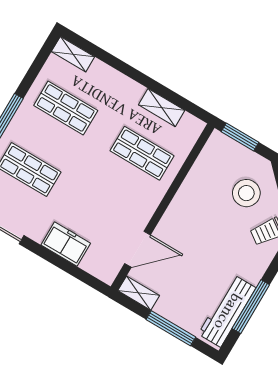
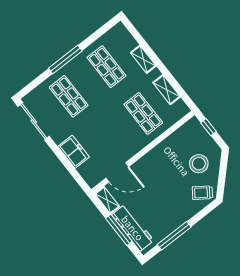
shelving: (73, 54) -> (143, 59), moved
window: (240, 137) -> (208, 127), width x0.67
workbench: (227, 311) -> (133, 228), moved, turned 90

